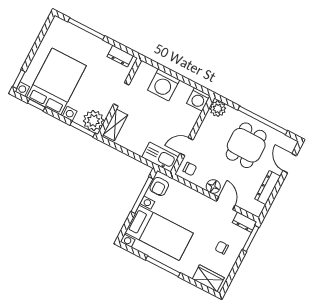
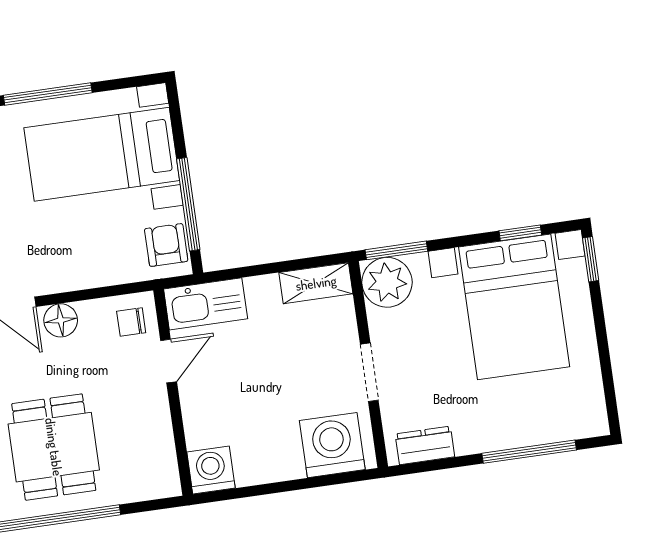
washing machine: (164, 85) -> (332, 445), moved
plant: (218, 109) -> (161, 479), removed
shelving: (115, 125) -> (316, 283), moved, turned 90

